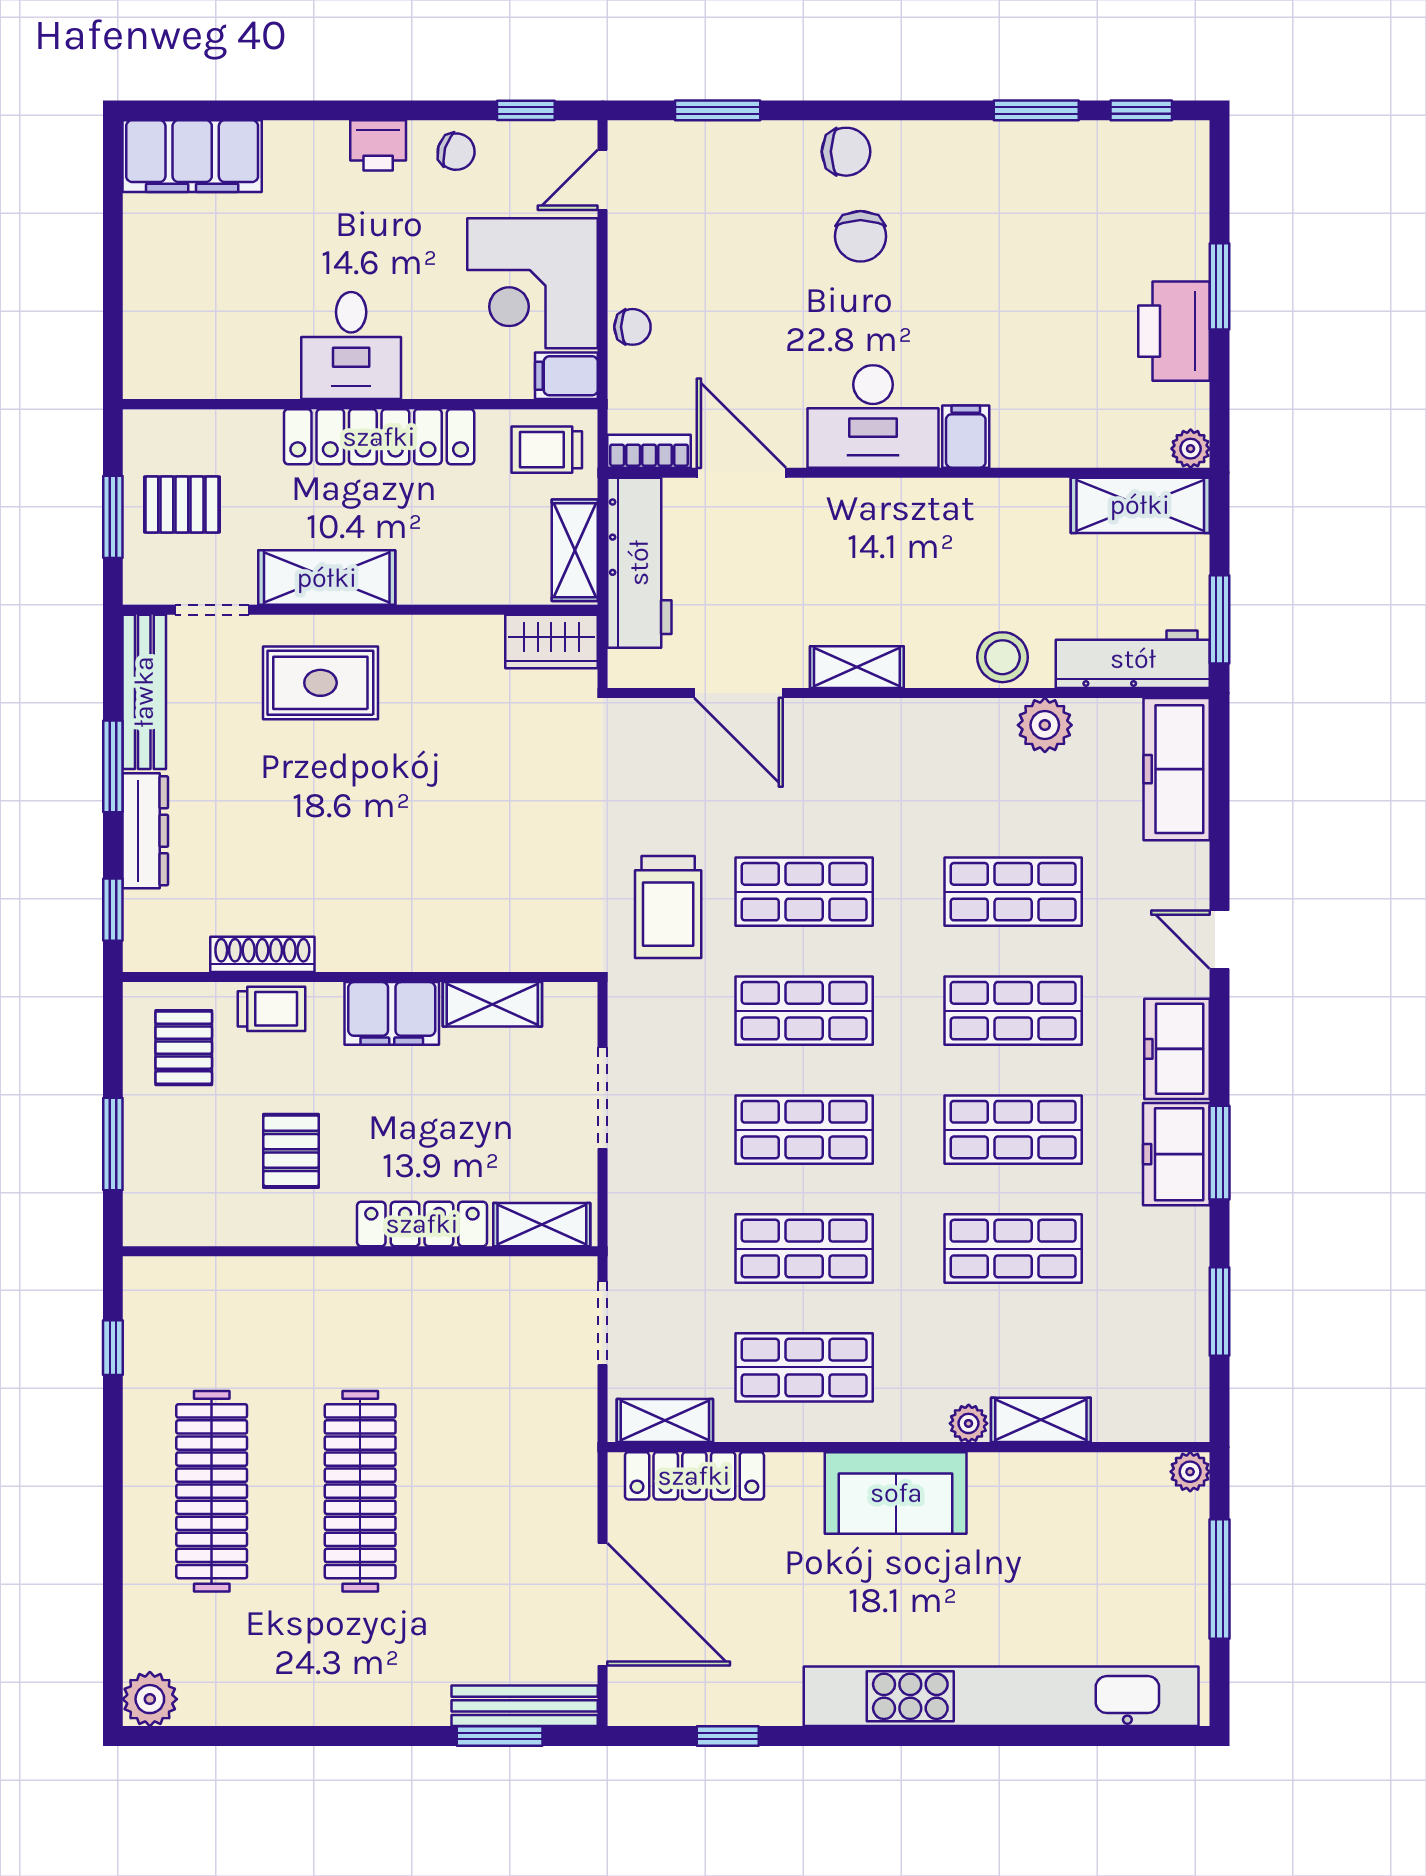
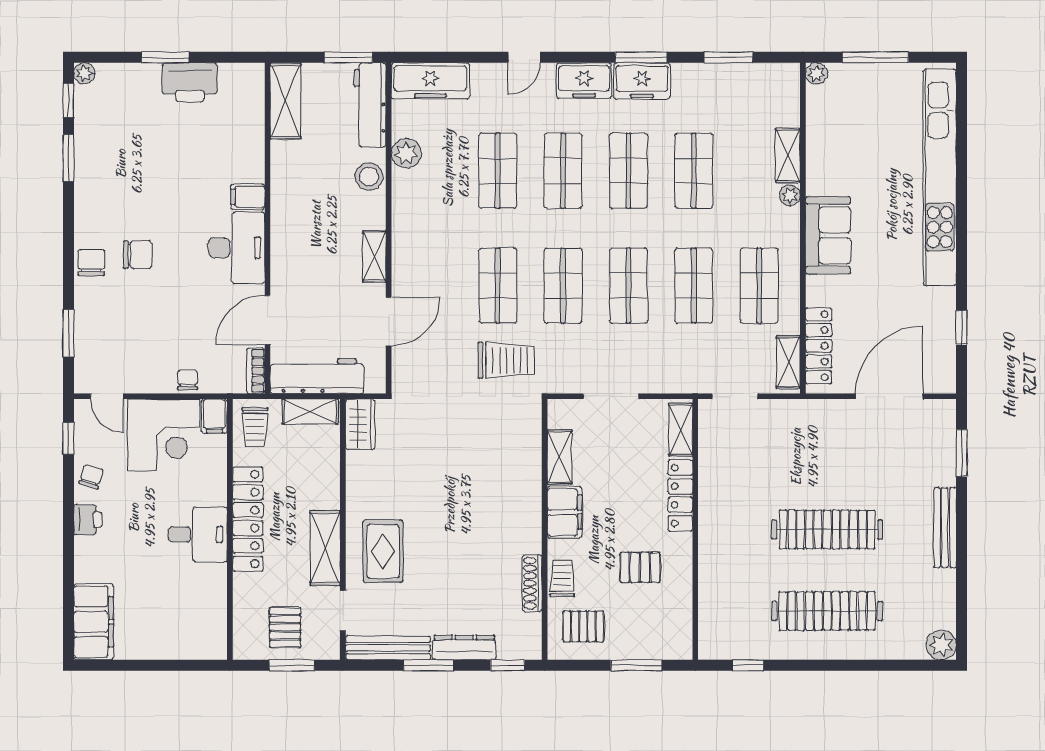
plant: (1191, 449) -> (84, 73), moved
bench: (525, 1706) -> (945, 528), moved

